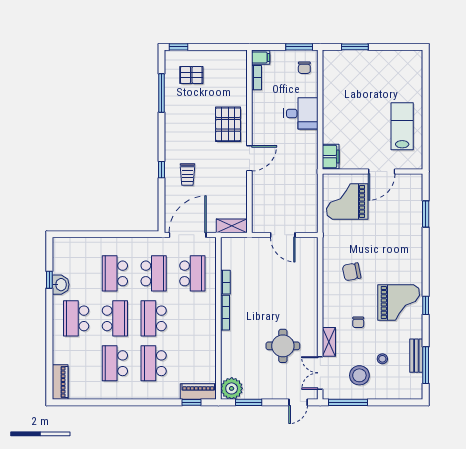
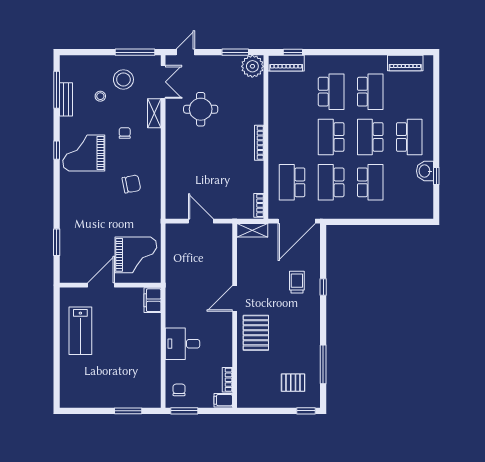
bookcase: (225, 282) -> (259, 205), moved
school desk: (154, 318) -> (331, 137), turned 180
piano: (60, 382) -> (405, 63), moved, turned -90

